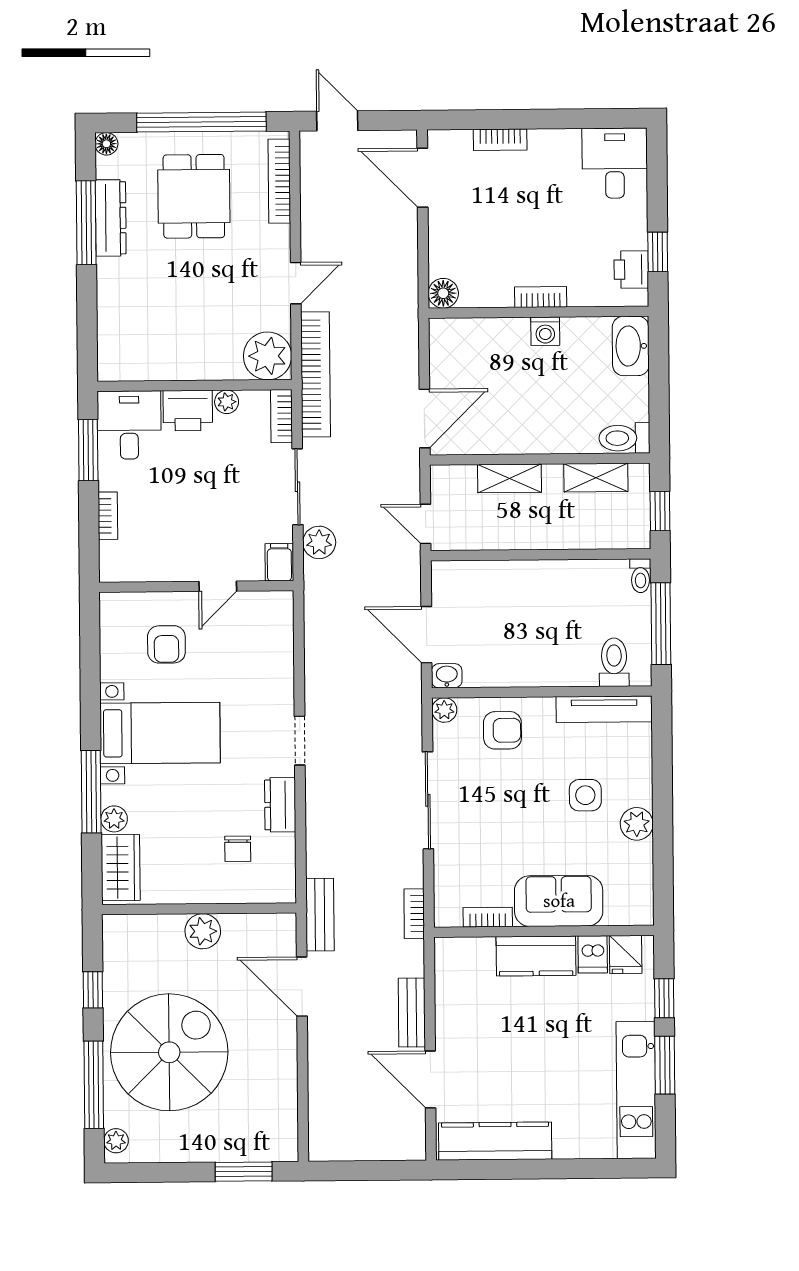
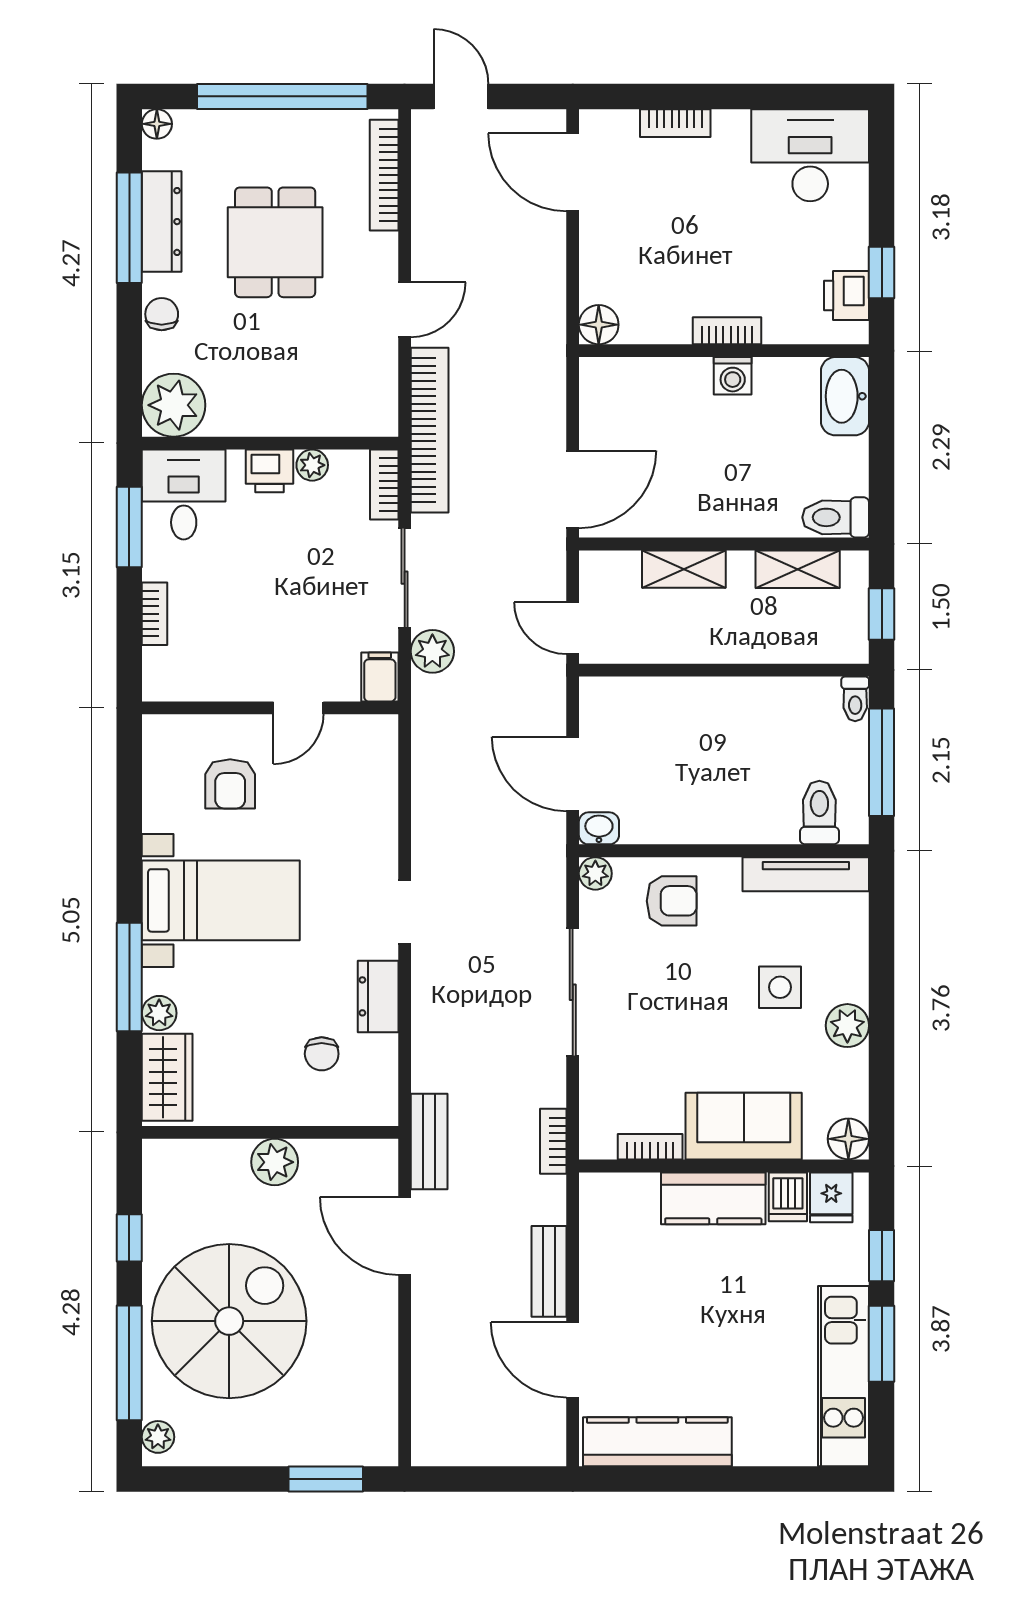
desk: (615, 163) -> (810, 155), width x1.37
dining table: (194, 196) -> (275, 242), moved
chair: (111, 288) -> (162, 314), added
plant: (268, 356) -> (174, 405), moved
printer: (188, 410) -> (270, 471), width x0.73, depth x0.81
floor lamp: (638, 910) -> (848, 1139), added

